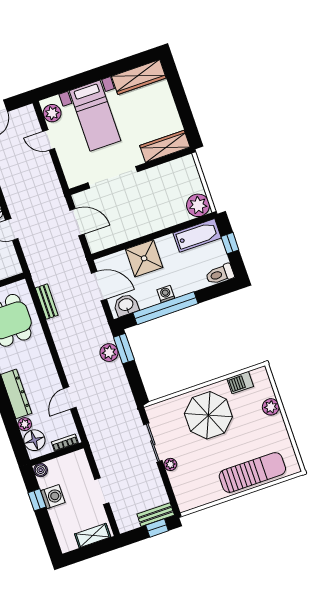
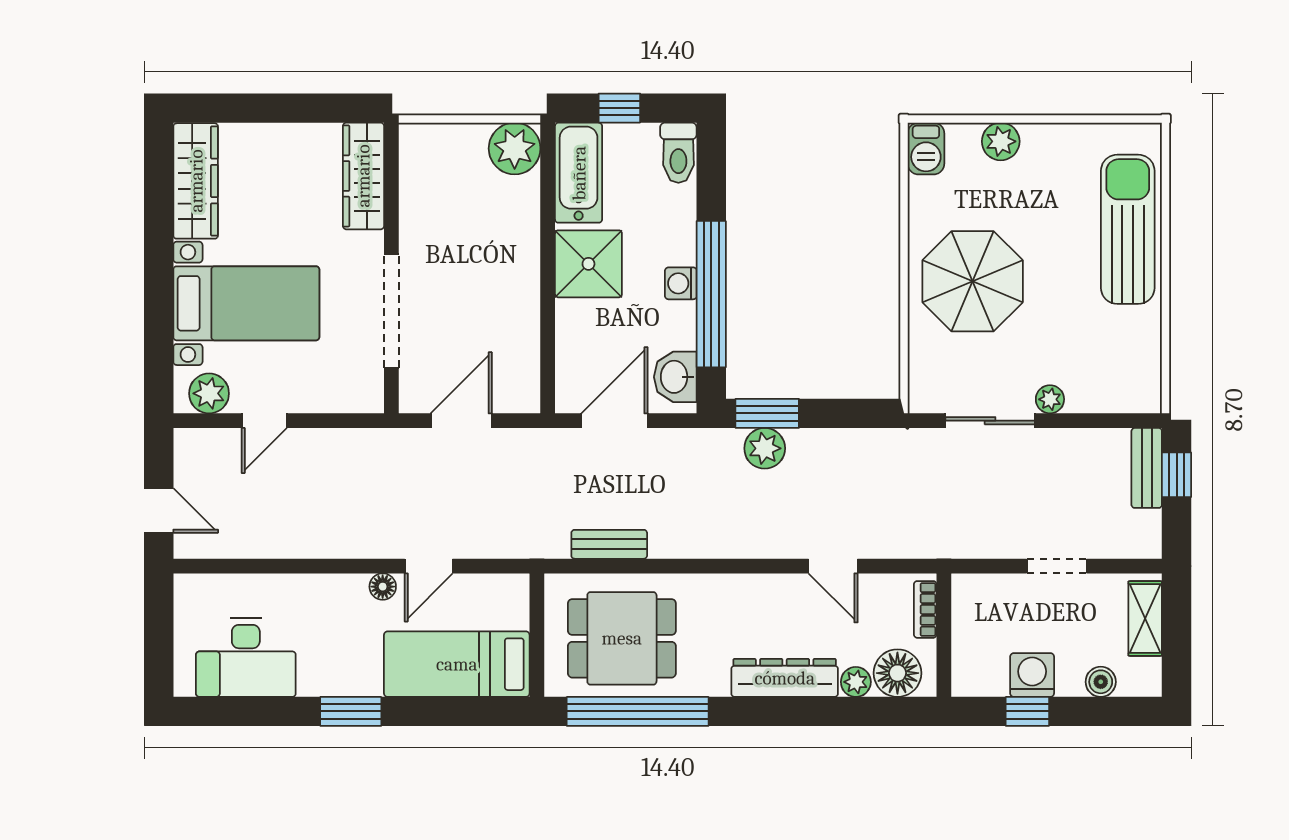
shower: (144, 258) -> (588, 264), moved
barbecue: (240, 383) -> (926, 149), moved
boiler: (41, 470) -> (1101, 682), moved

